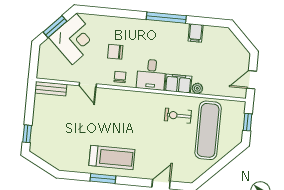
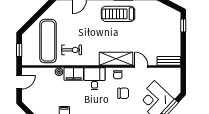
shelving: (120, 98) -> (116, 59), added

